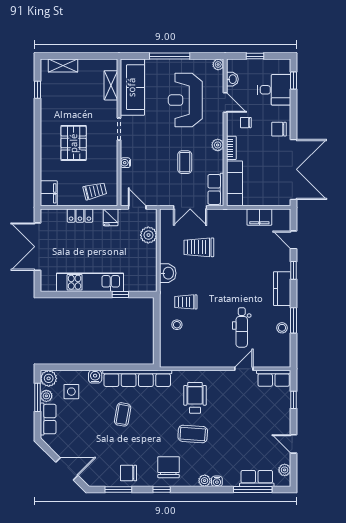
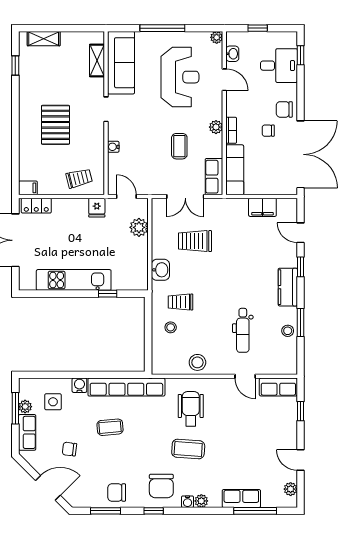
reception desk: (185, 100) -> (180, 77), turned 180
chair: (246, 123) -> (268, 131), moved
filing cabinet: (49, 193) -> (28, 188), width x0.50
locker: (80, 216) -> (36, 206), moved
stool: (201, 356) -> (197, 362), added
door: (244, 369) -> (245, 376), swing flipped
plant: (49, 378) -> (28, 387), removed
coffee table: (123, 414) -> (110, 427), turned 75
chair: (86, 434) -> (69, 449), added
chair: (169, 467) -> (161, 486), turned 180
row of seats: (257, 478) -> (241, 499), moved
water cooler: (217, 481) -> (188, 502), moved

